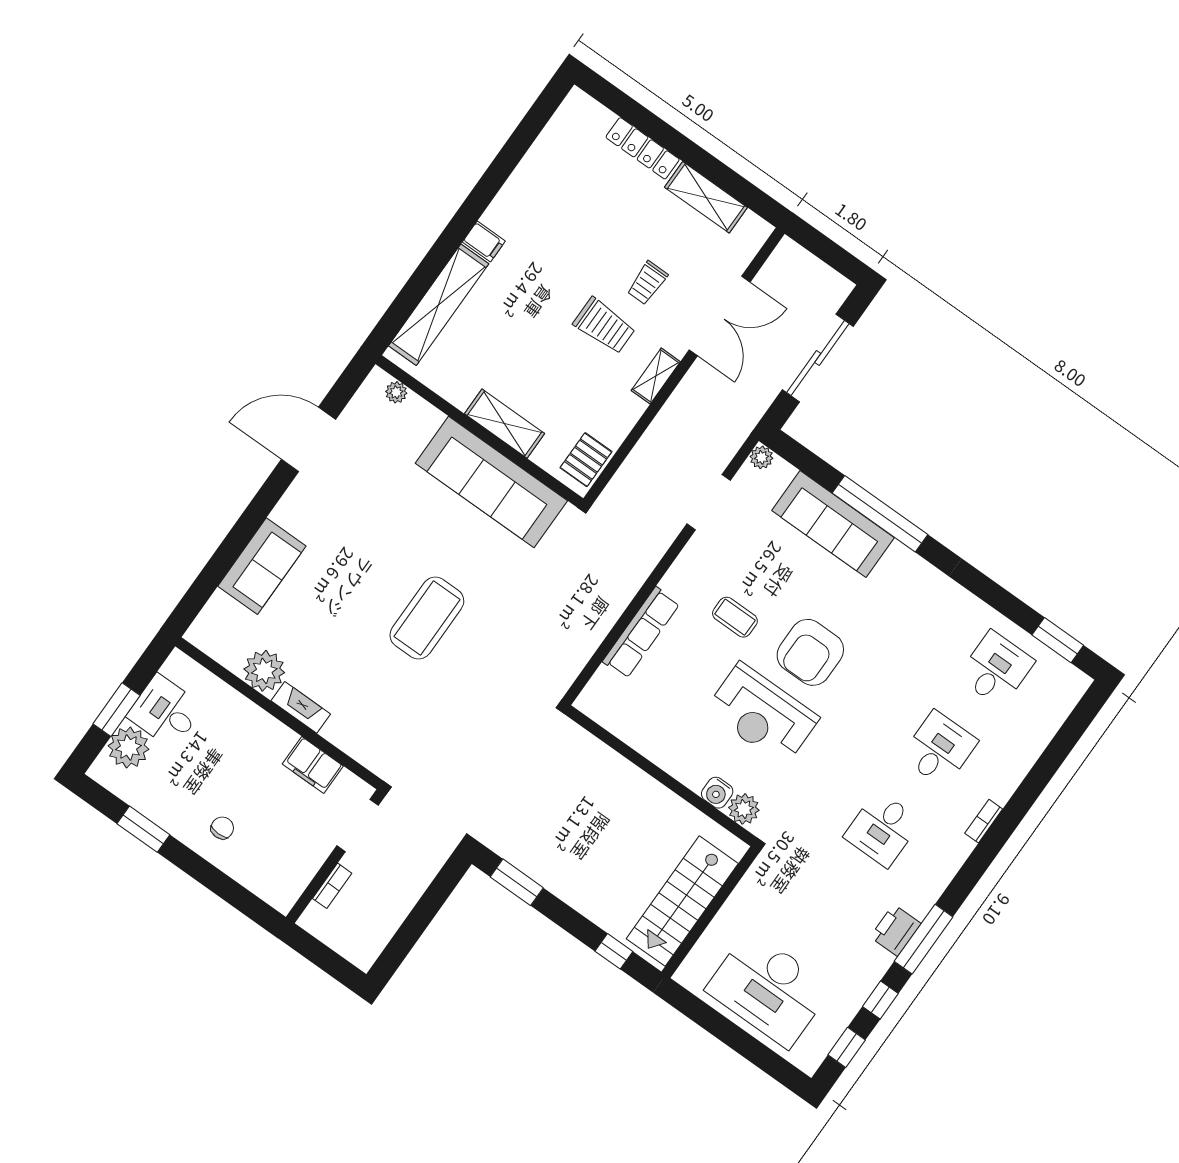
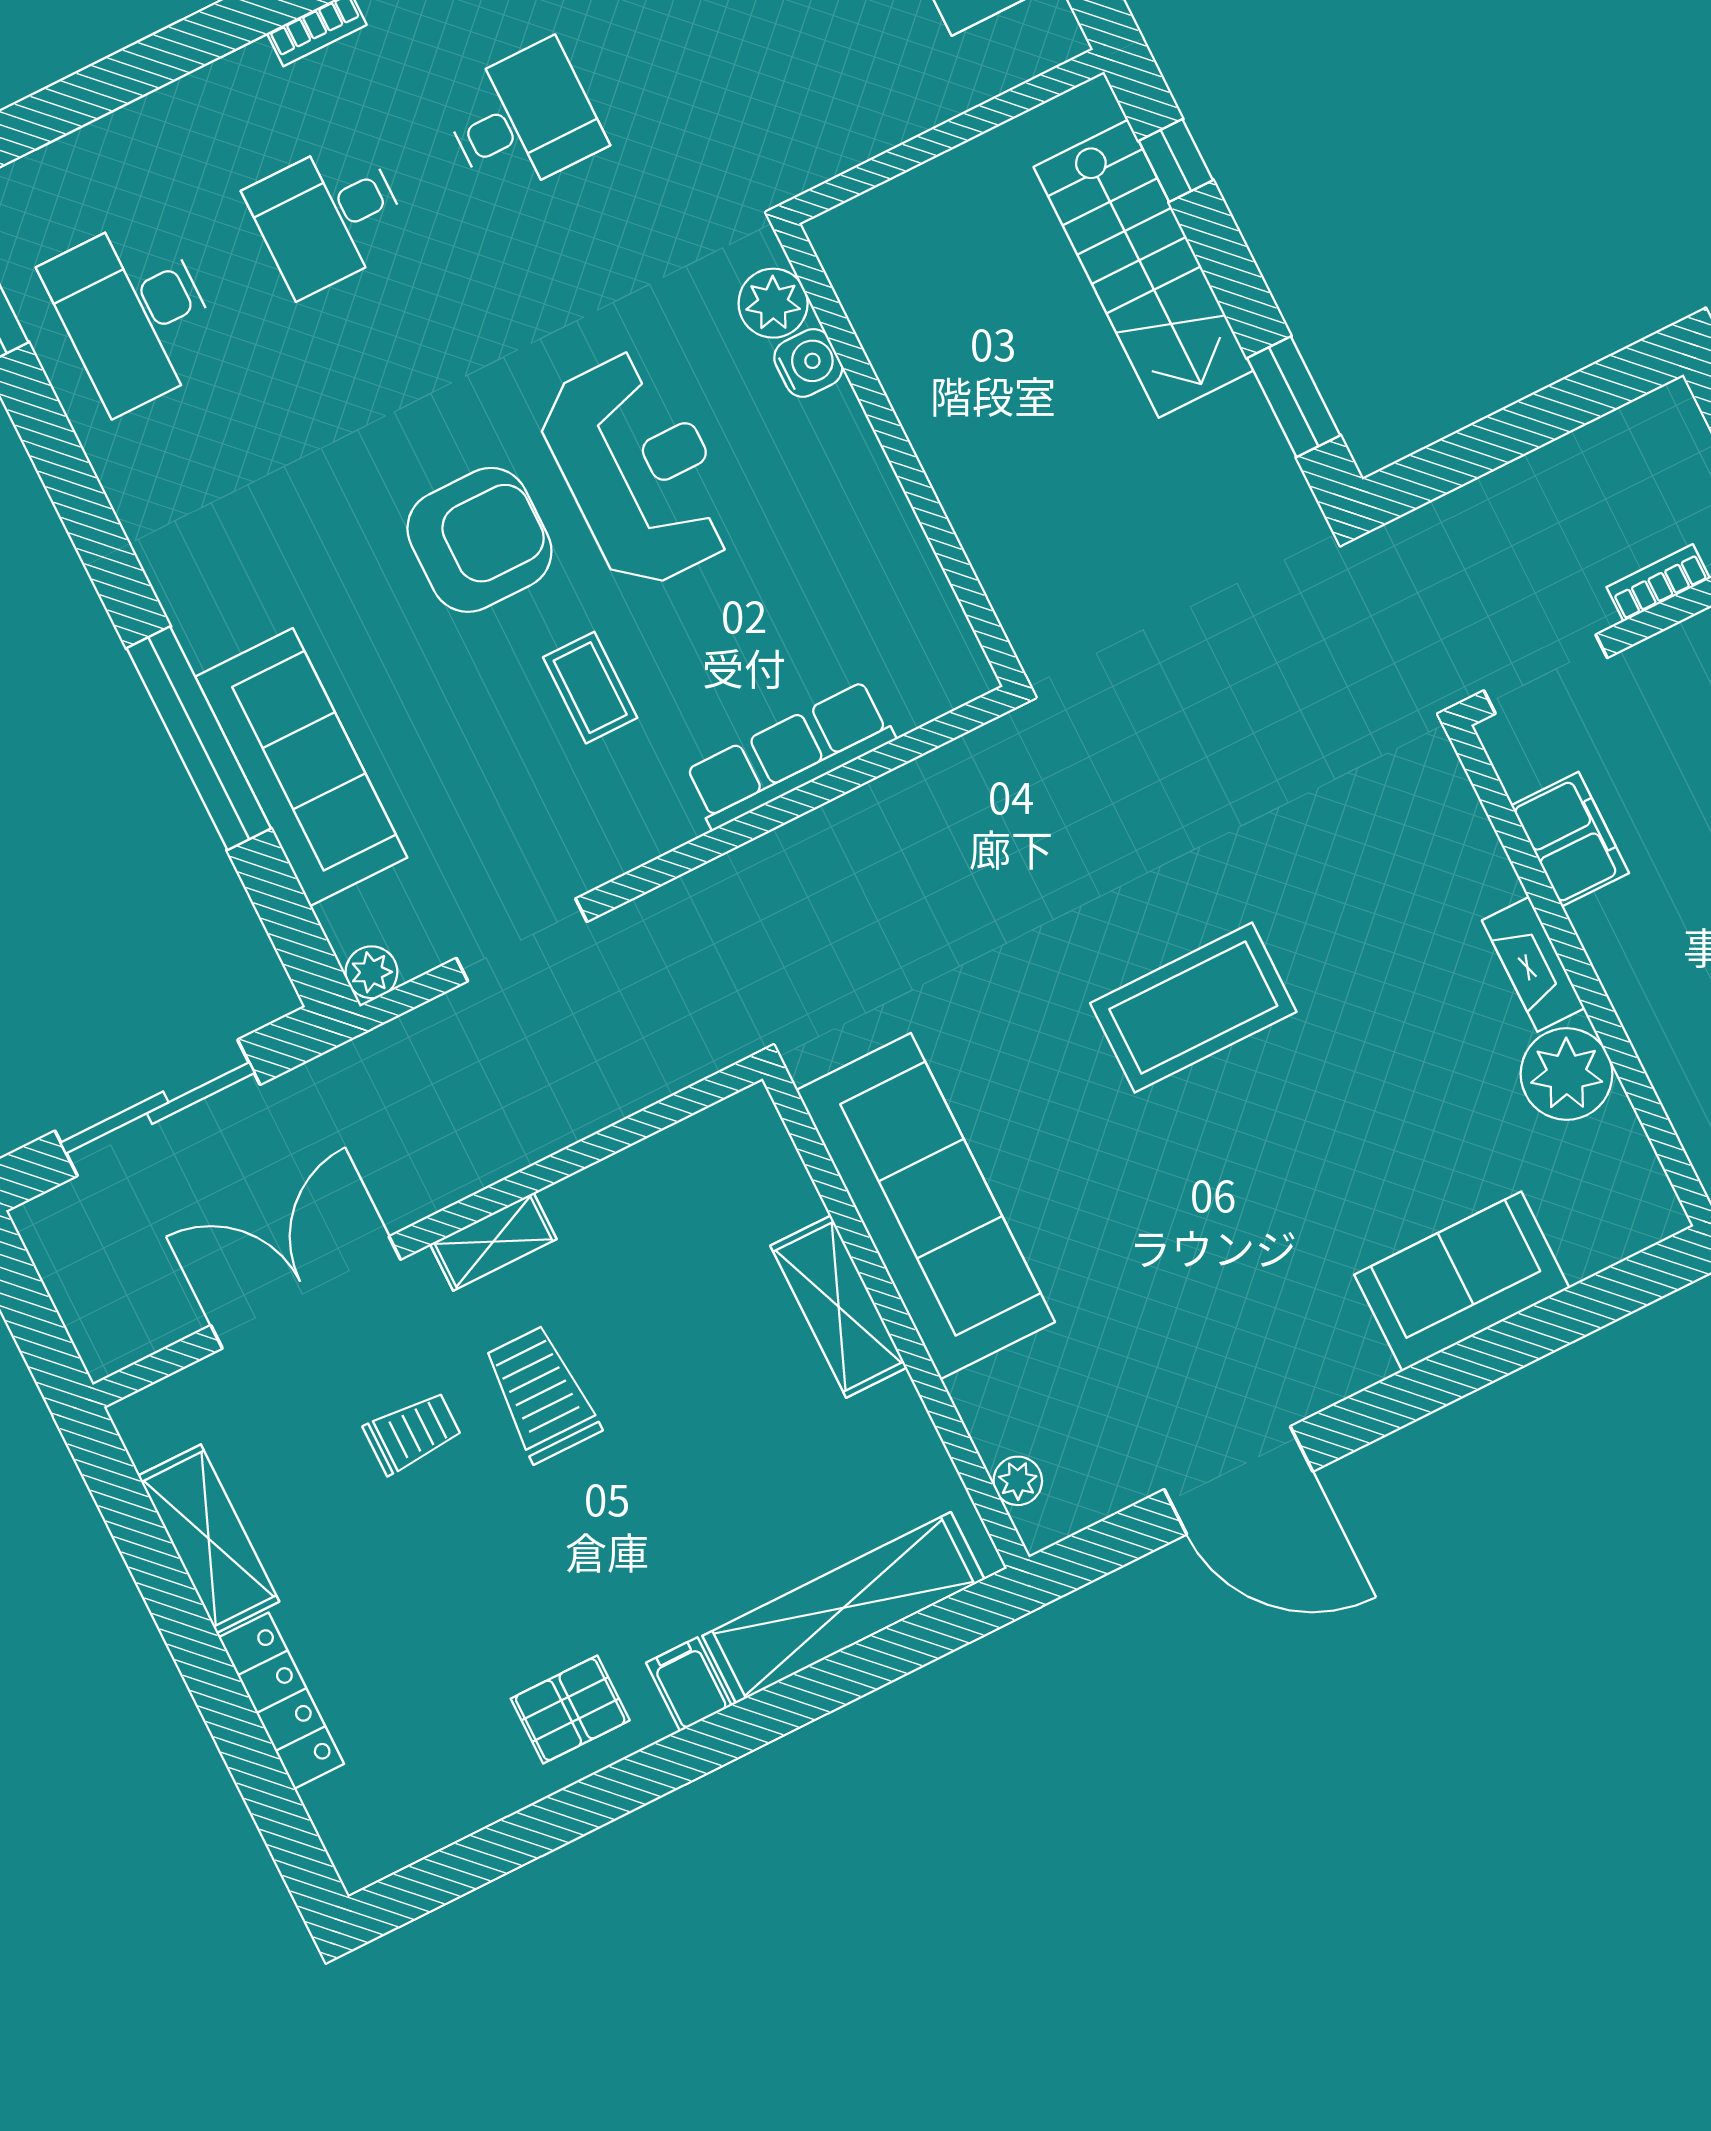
pallet: (586, 460) -> (570, 1710), moved
desk: (996, 669) -> (134, 314), width x1.37
stairs: (682, 901) -> (1143, 269), moved, turned 90

